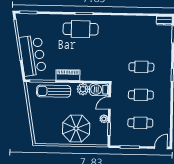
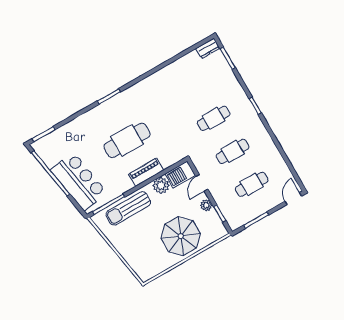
cafe table: (81, 29) -> (127, 140), moved
piano: (68, 75) -> (146, 172), moved

